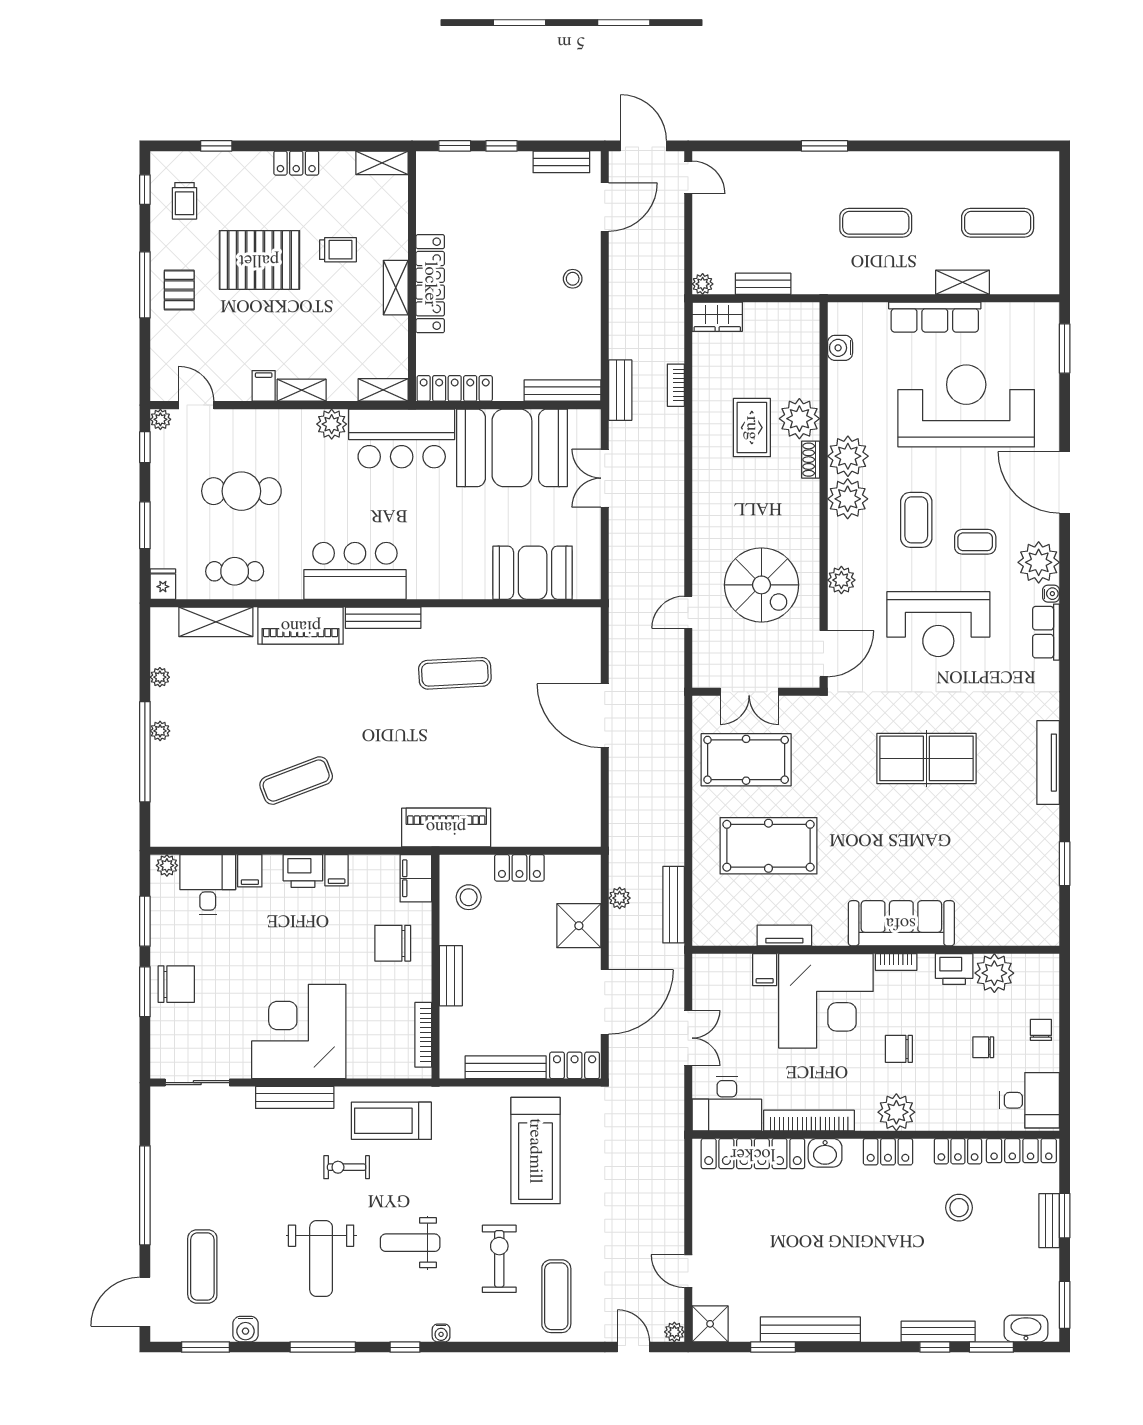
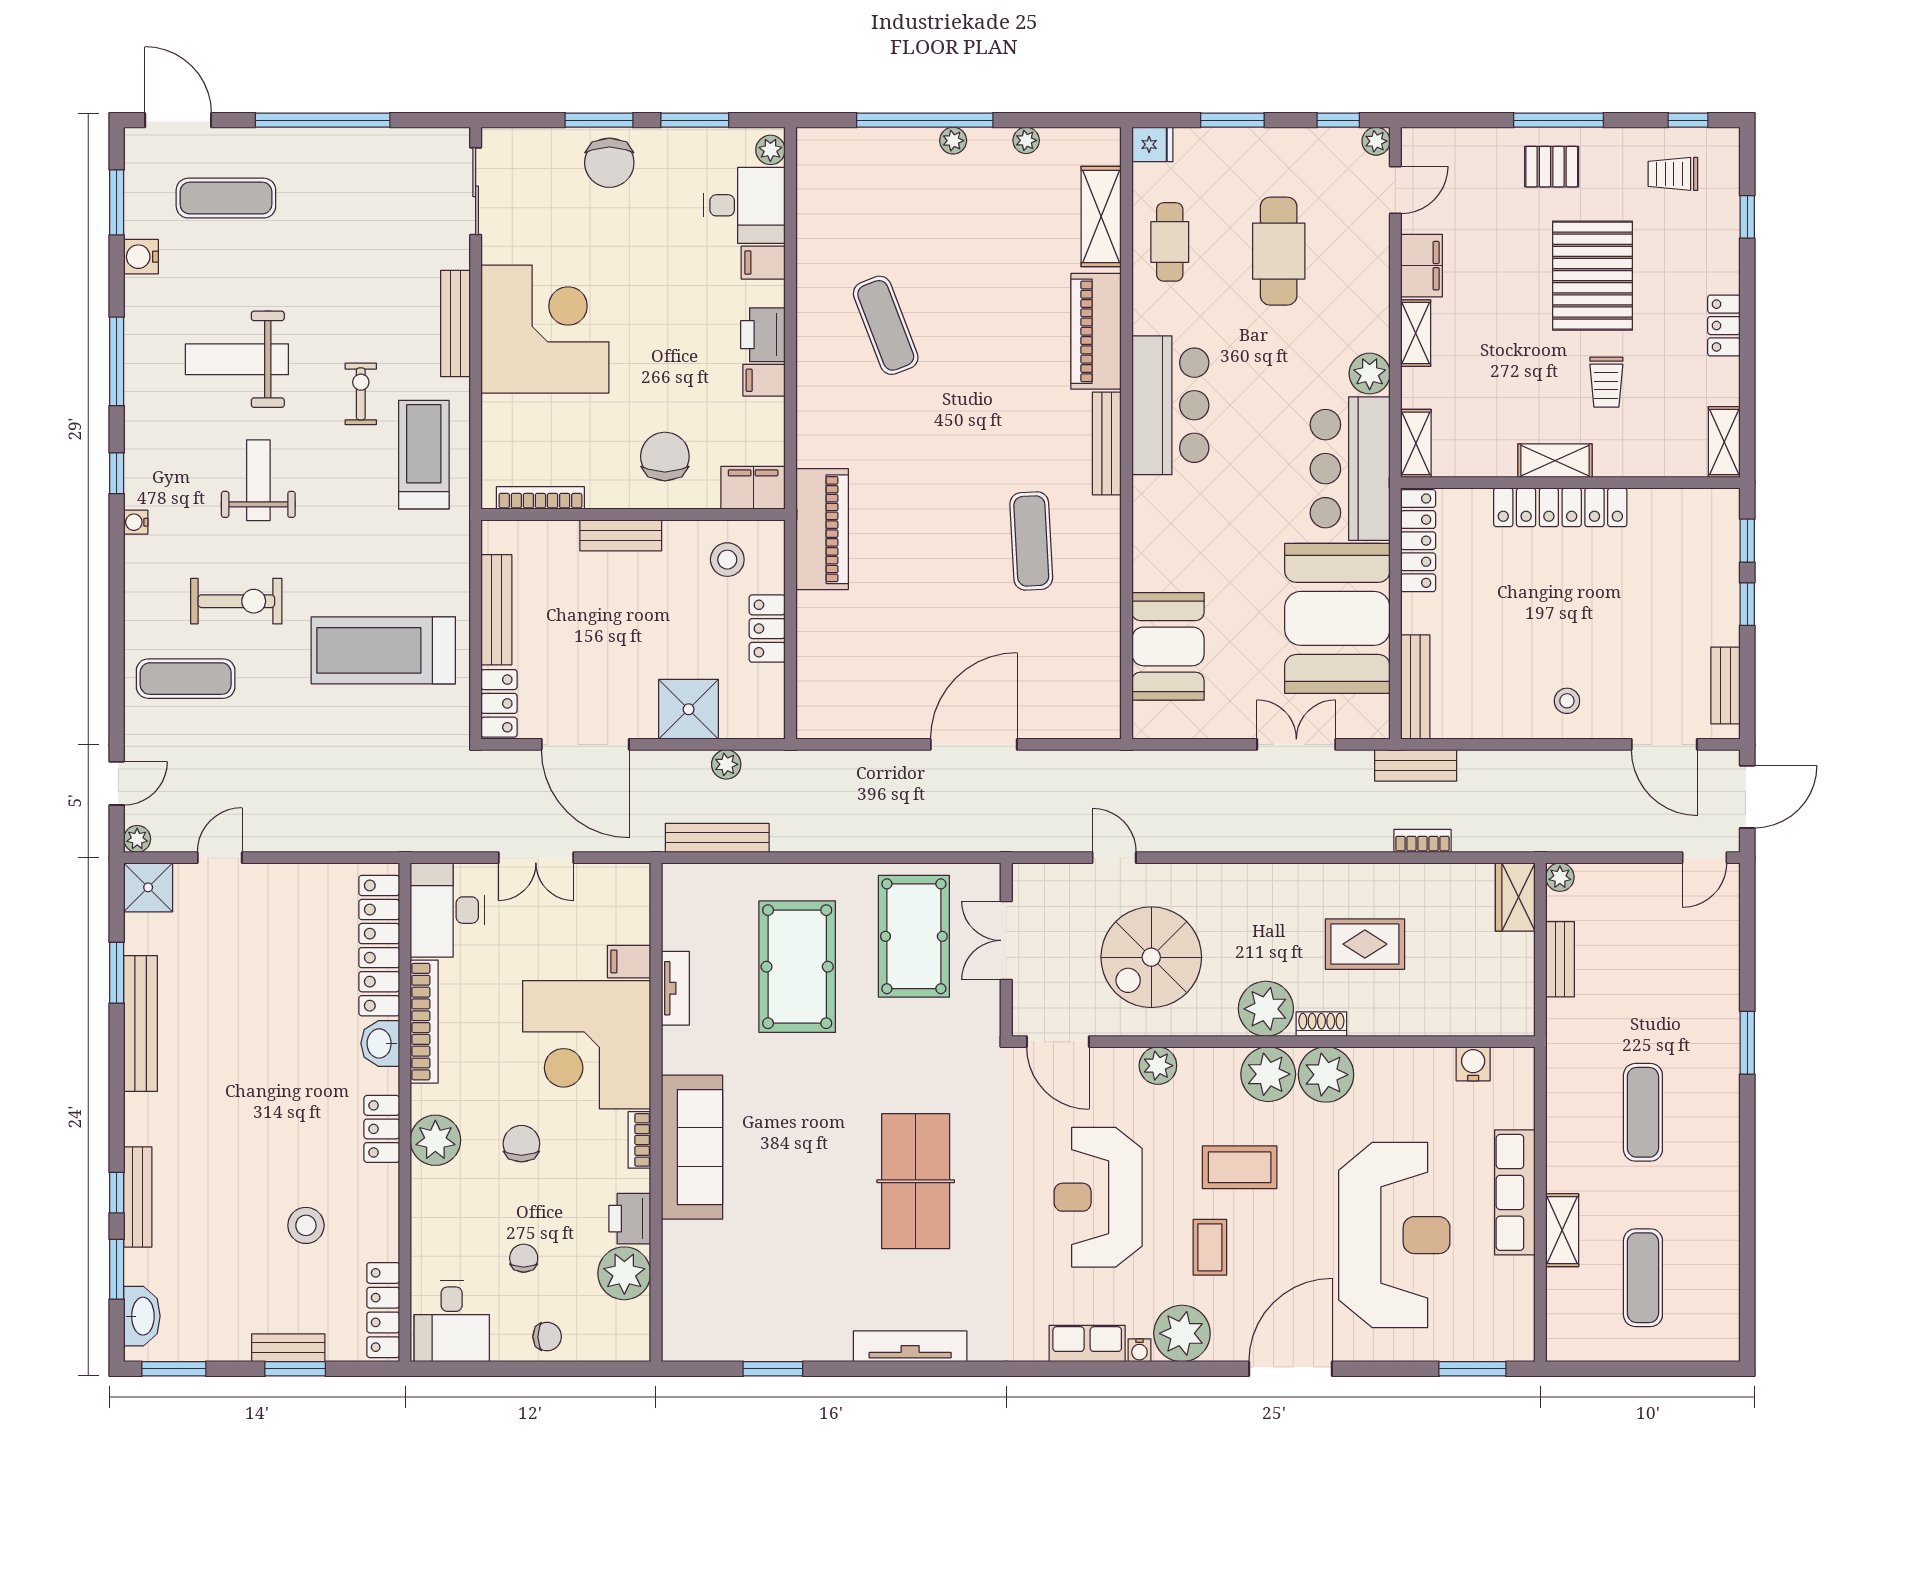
filing cabinet: (264, 386) -> (1422, 266), width x2.00
plant: (799, 419) -> (1266, 1009), moved
locker: (958, 1151) -> (382, 1224), removed

